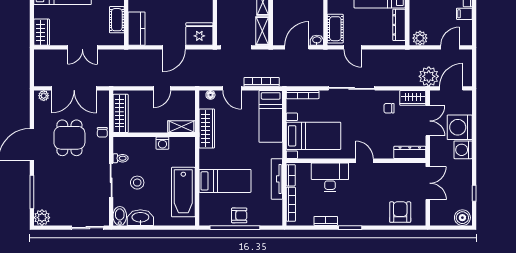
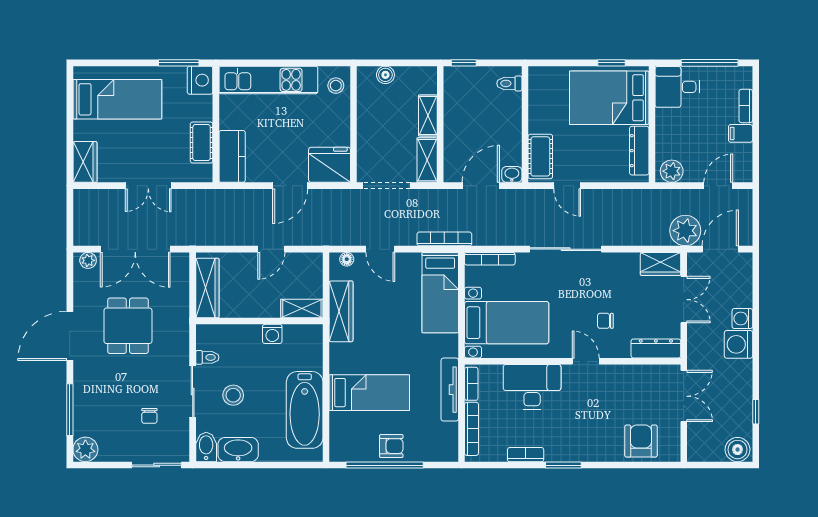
bookcase: (262, 82) -> (444, 239), moved
chair: (389, 108) -> (605, 321), moved
washing machine: (460, 127) -> (742, 318), width x0.53, depth x0.53
chair: (102, 132) -> (149, 416), moved

